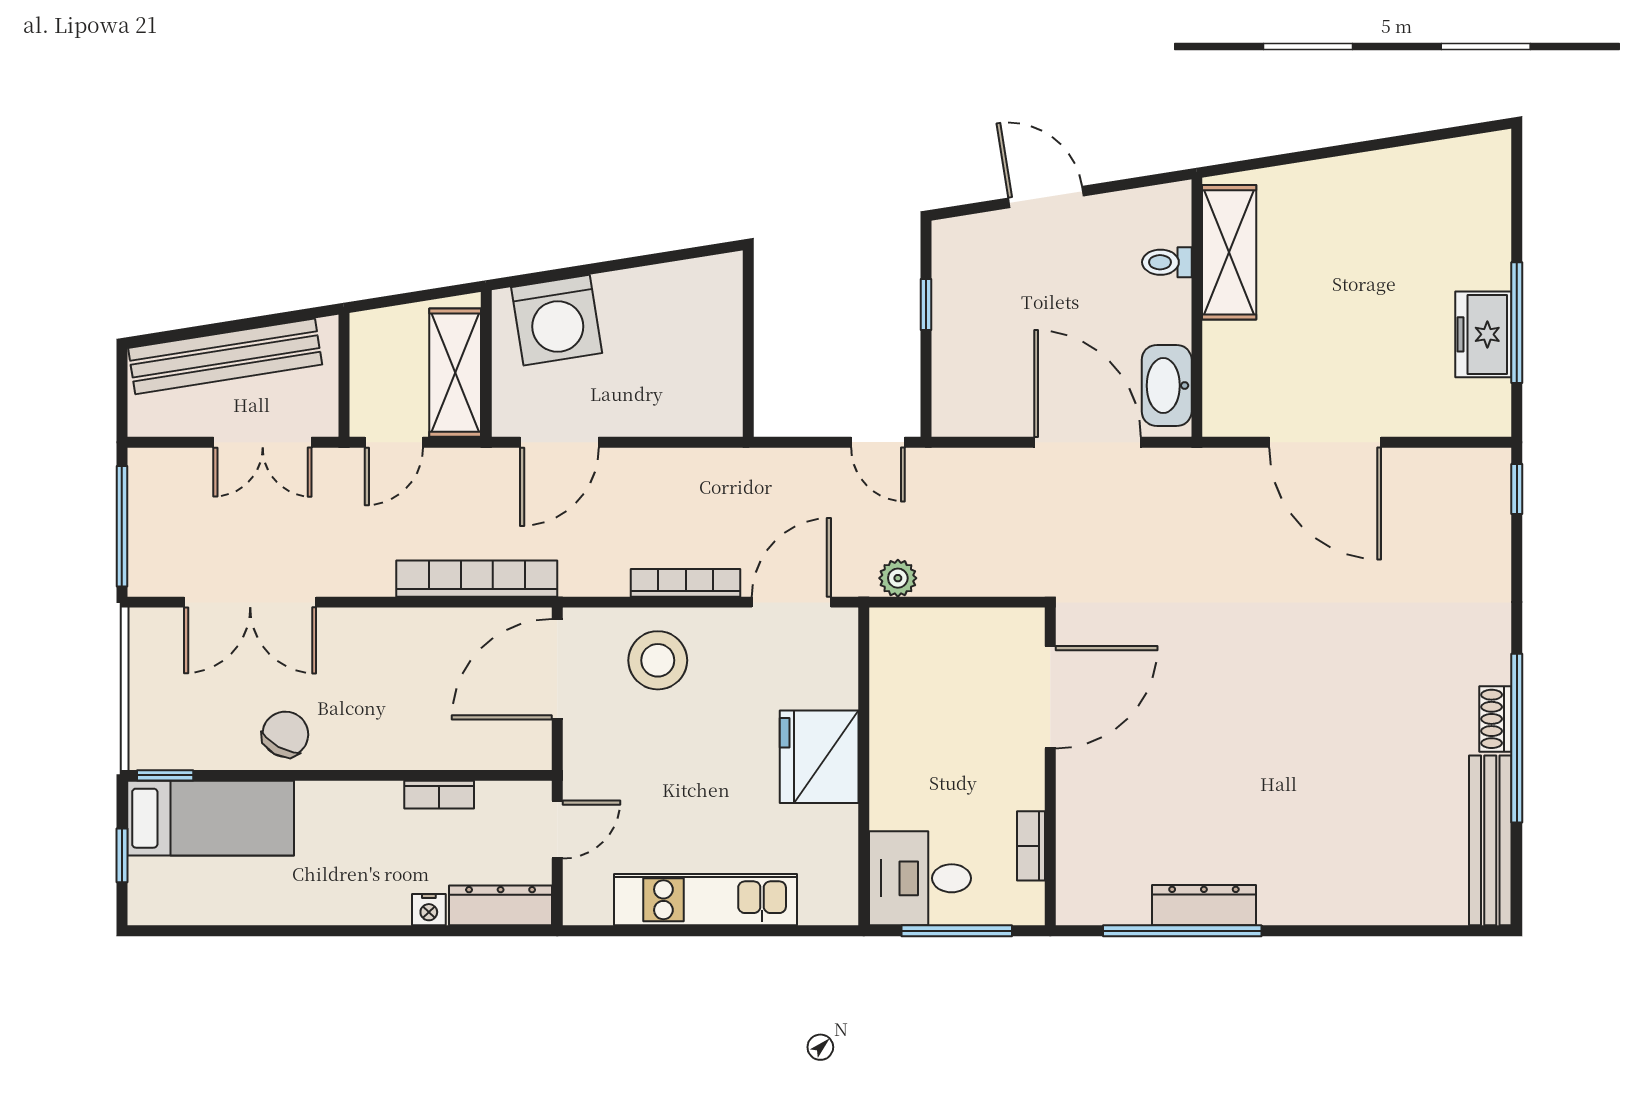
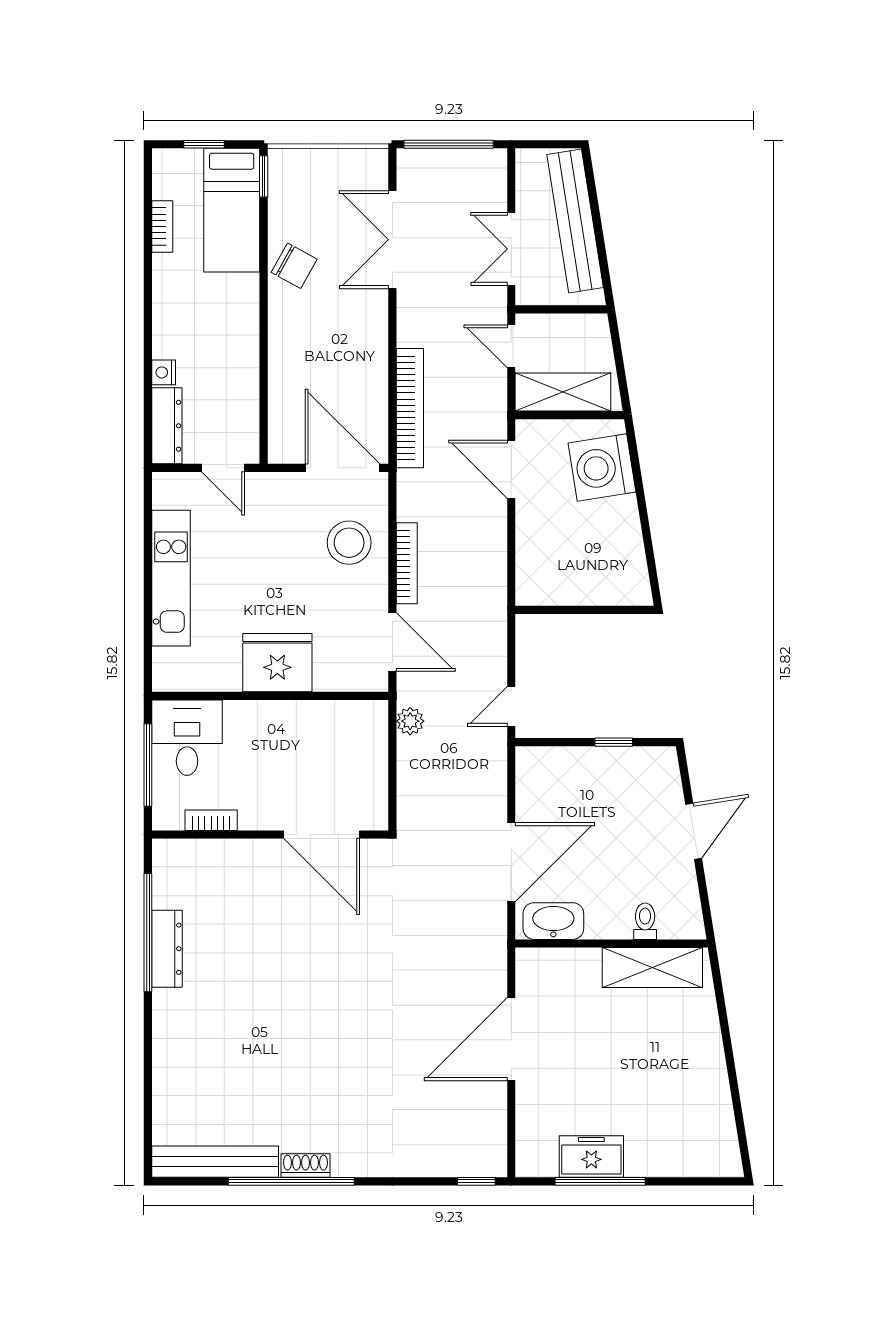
bookcase: (439, 795) -> (162, 227), moved, turned 180

